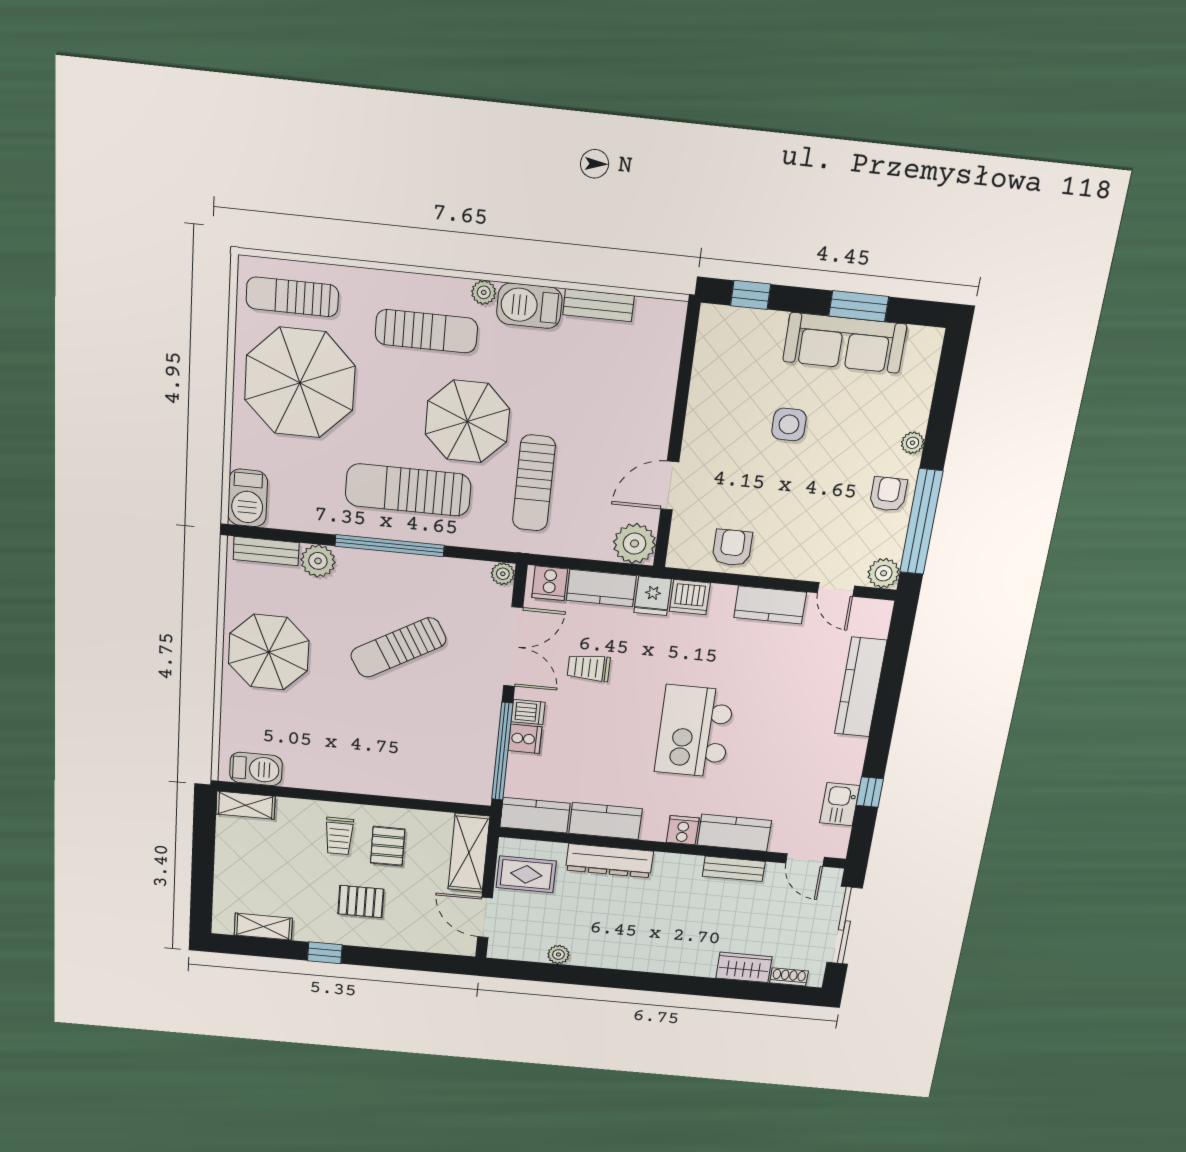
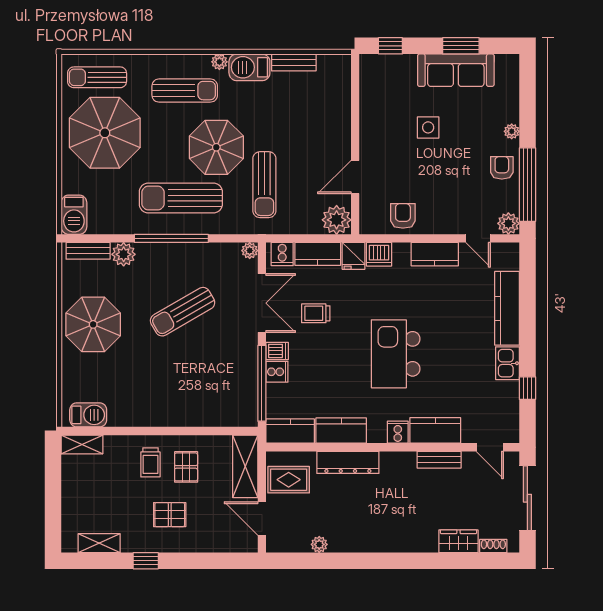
kitchen sink: (840, 804) -> (507, 363), moved

